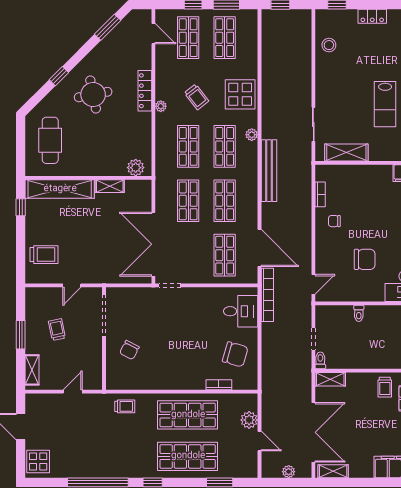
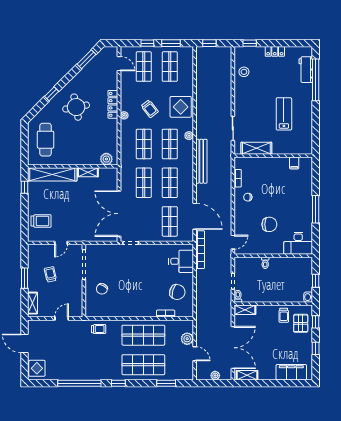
lab bench: (385, 104) -> (284, 114), turned 180

